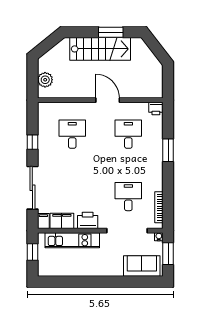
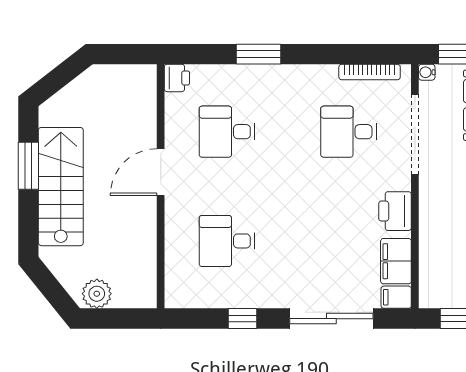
plant: (45, 80) -> (97, 294), moved
kitchen unit: (72, 240) -> (434, 241), removed

